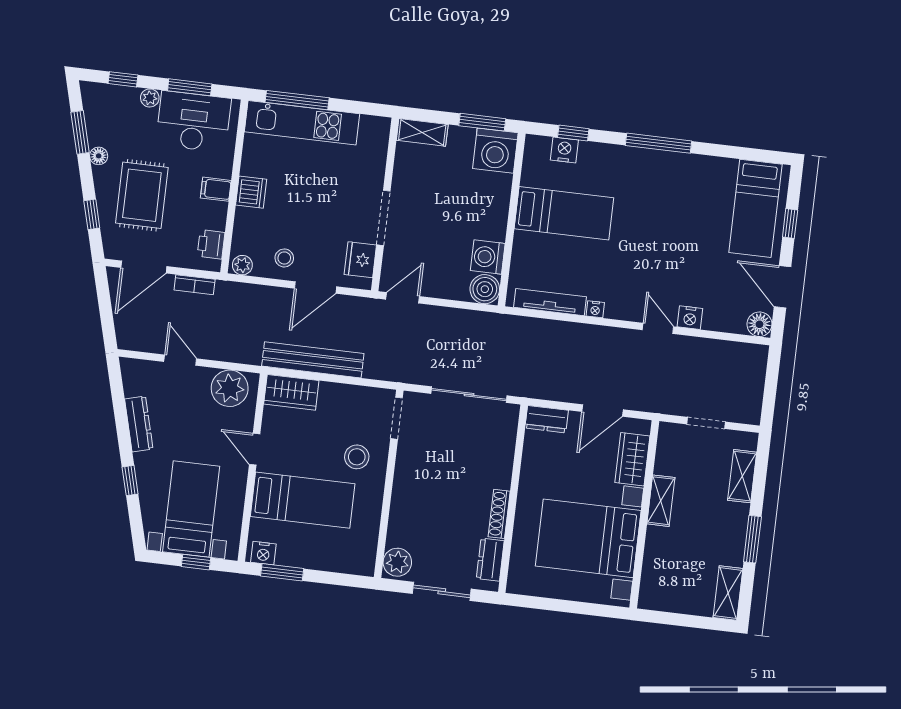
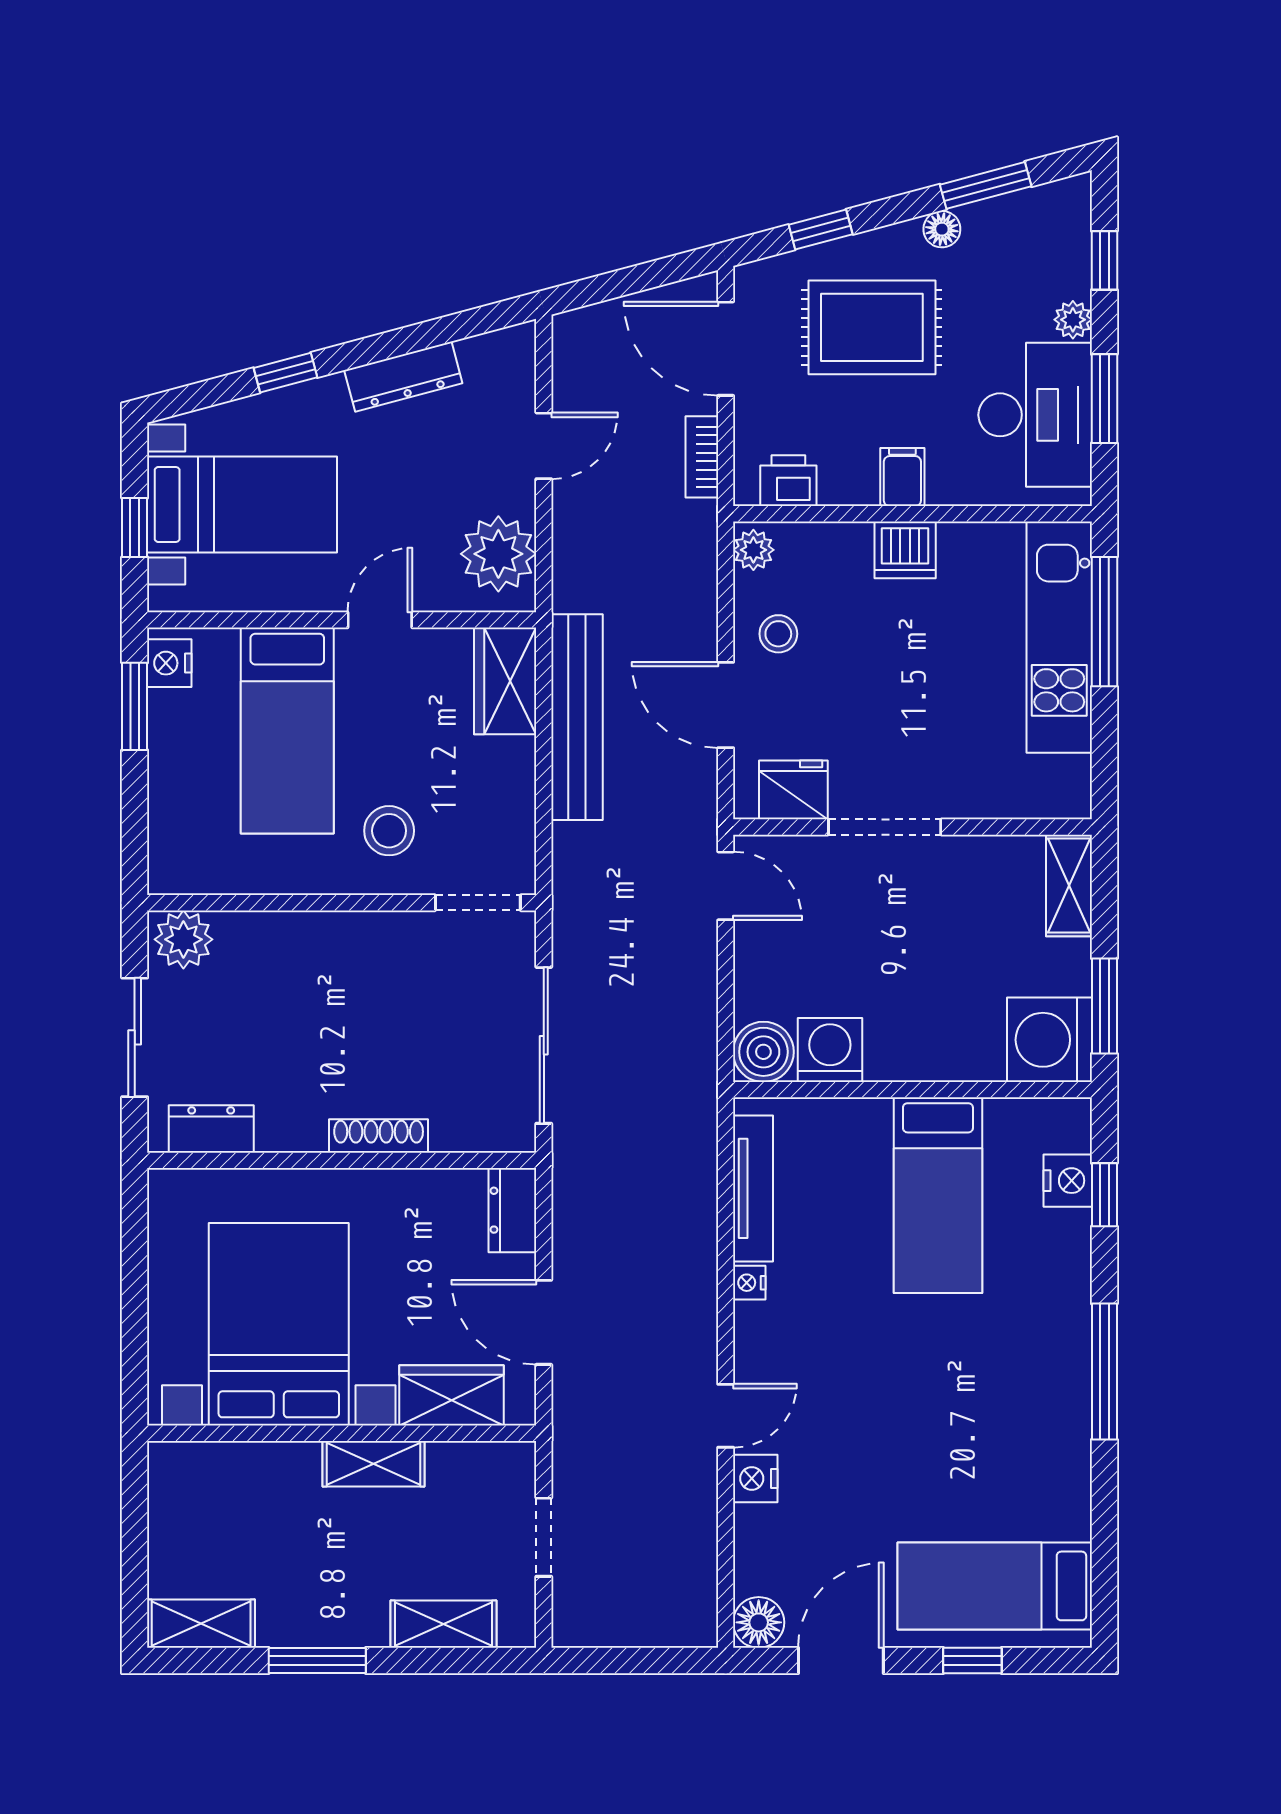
shoe rack: (499, 514) -> (379, 1136), moved

